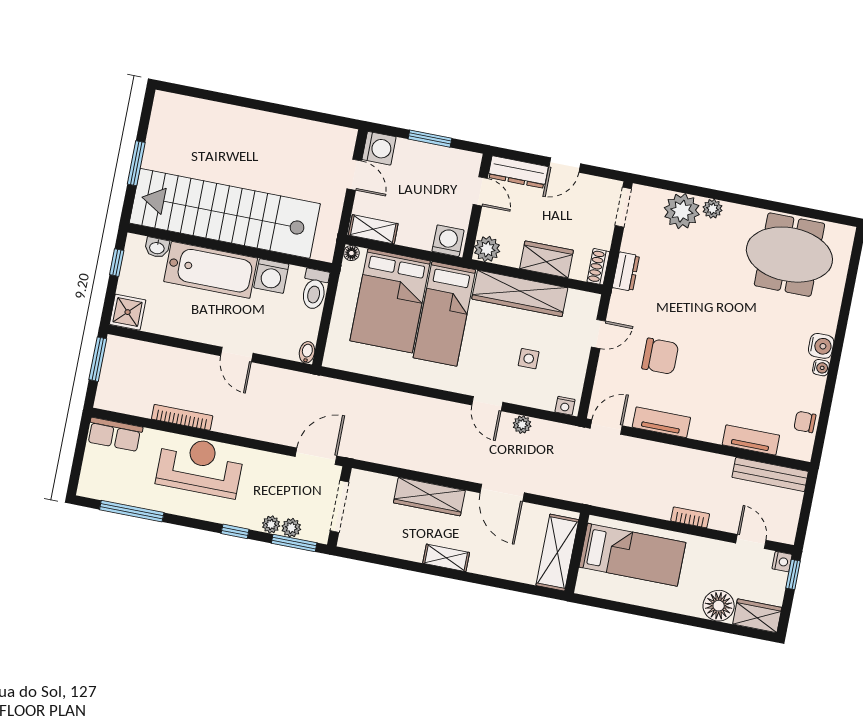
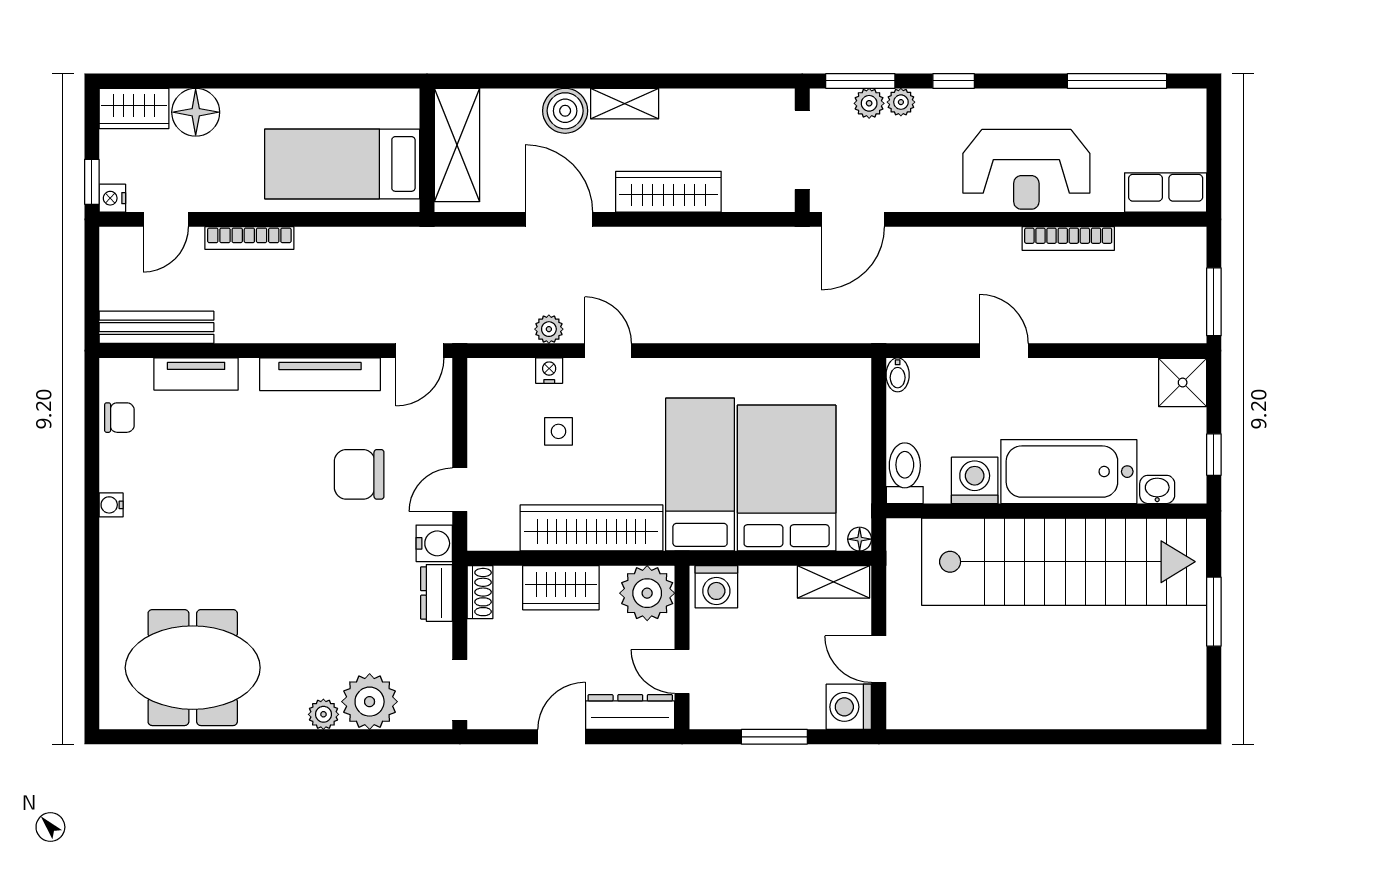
plant: (487, 249) -> (647, 593), width x1.36, depth x1.36
water cooler: (821, 346) -> (434, 543), moved, turned 180
nightstand: (565, 406) -> (549, 371), moved
tv unit: (661, 422) -> (320, 374), width x1.41
bookcase: (690, 517) -> (249, 238), width x1.56
door: (751, 542) -> (166, 219), hinge flipped
boiler: (485, 561) -> (565, 111), added

